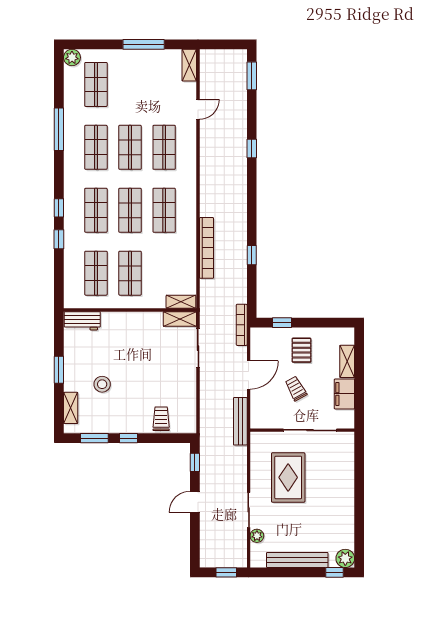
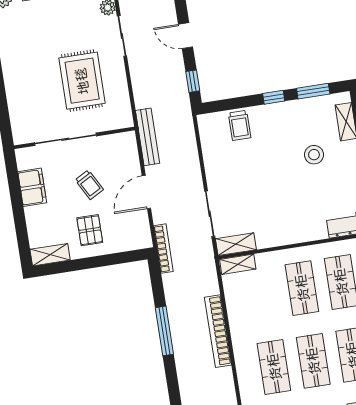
window: (252, 255) -> (164, 331), width x2.17
window: (282, 323) -> (117, 258), removed
shelving: (347, 361) -> (50, 255), moved, turned 90
door: (195, 502) -> (186, 36), swing flipped

